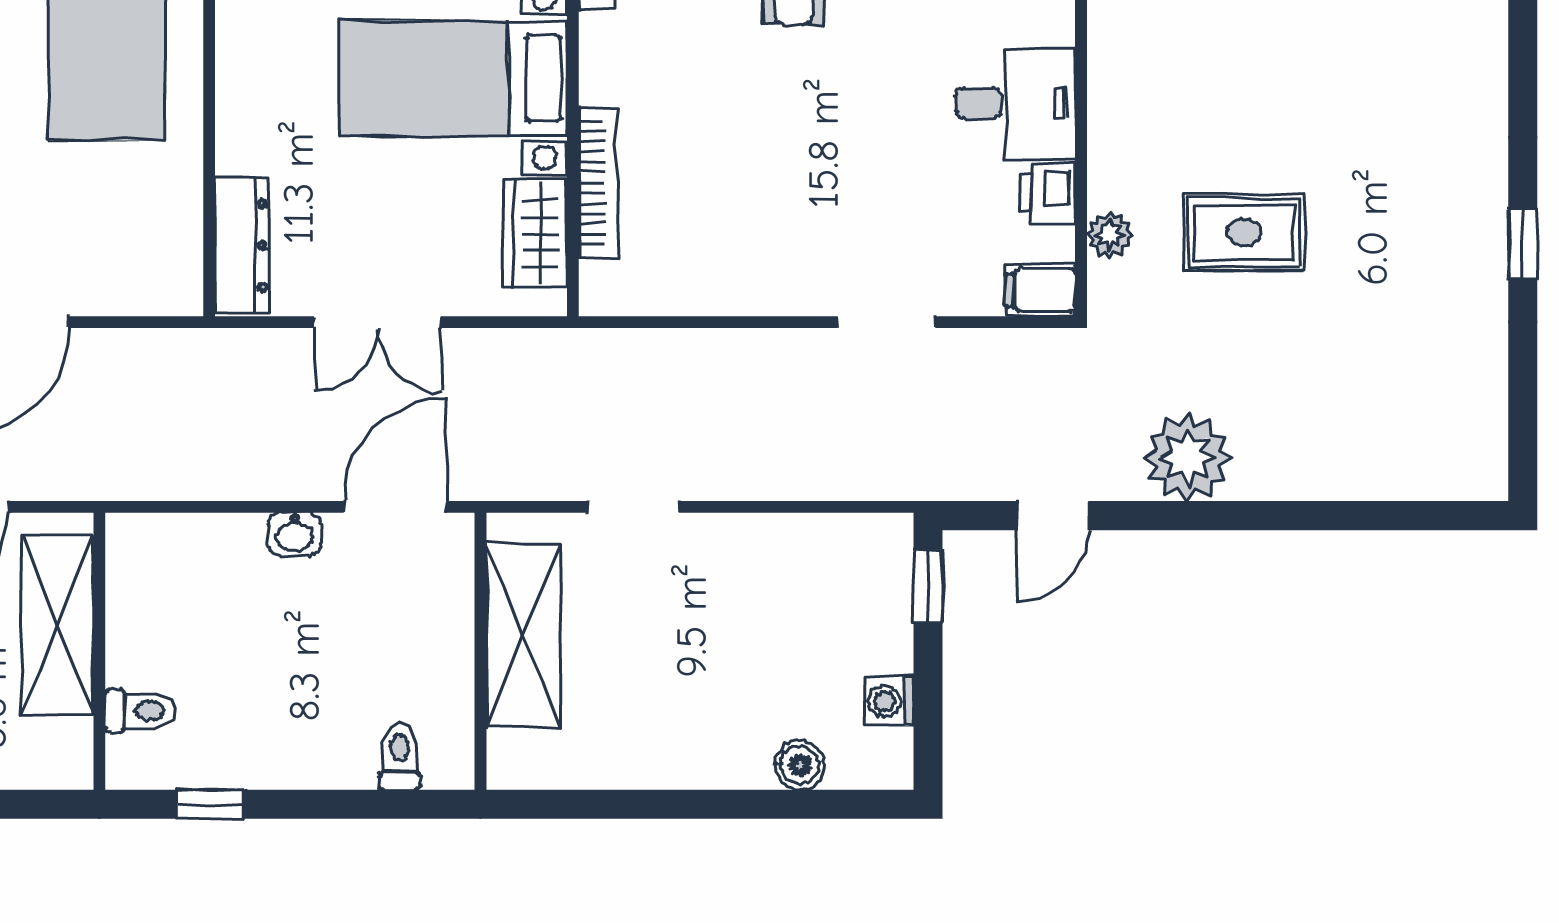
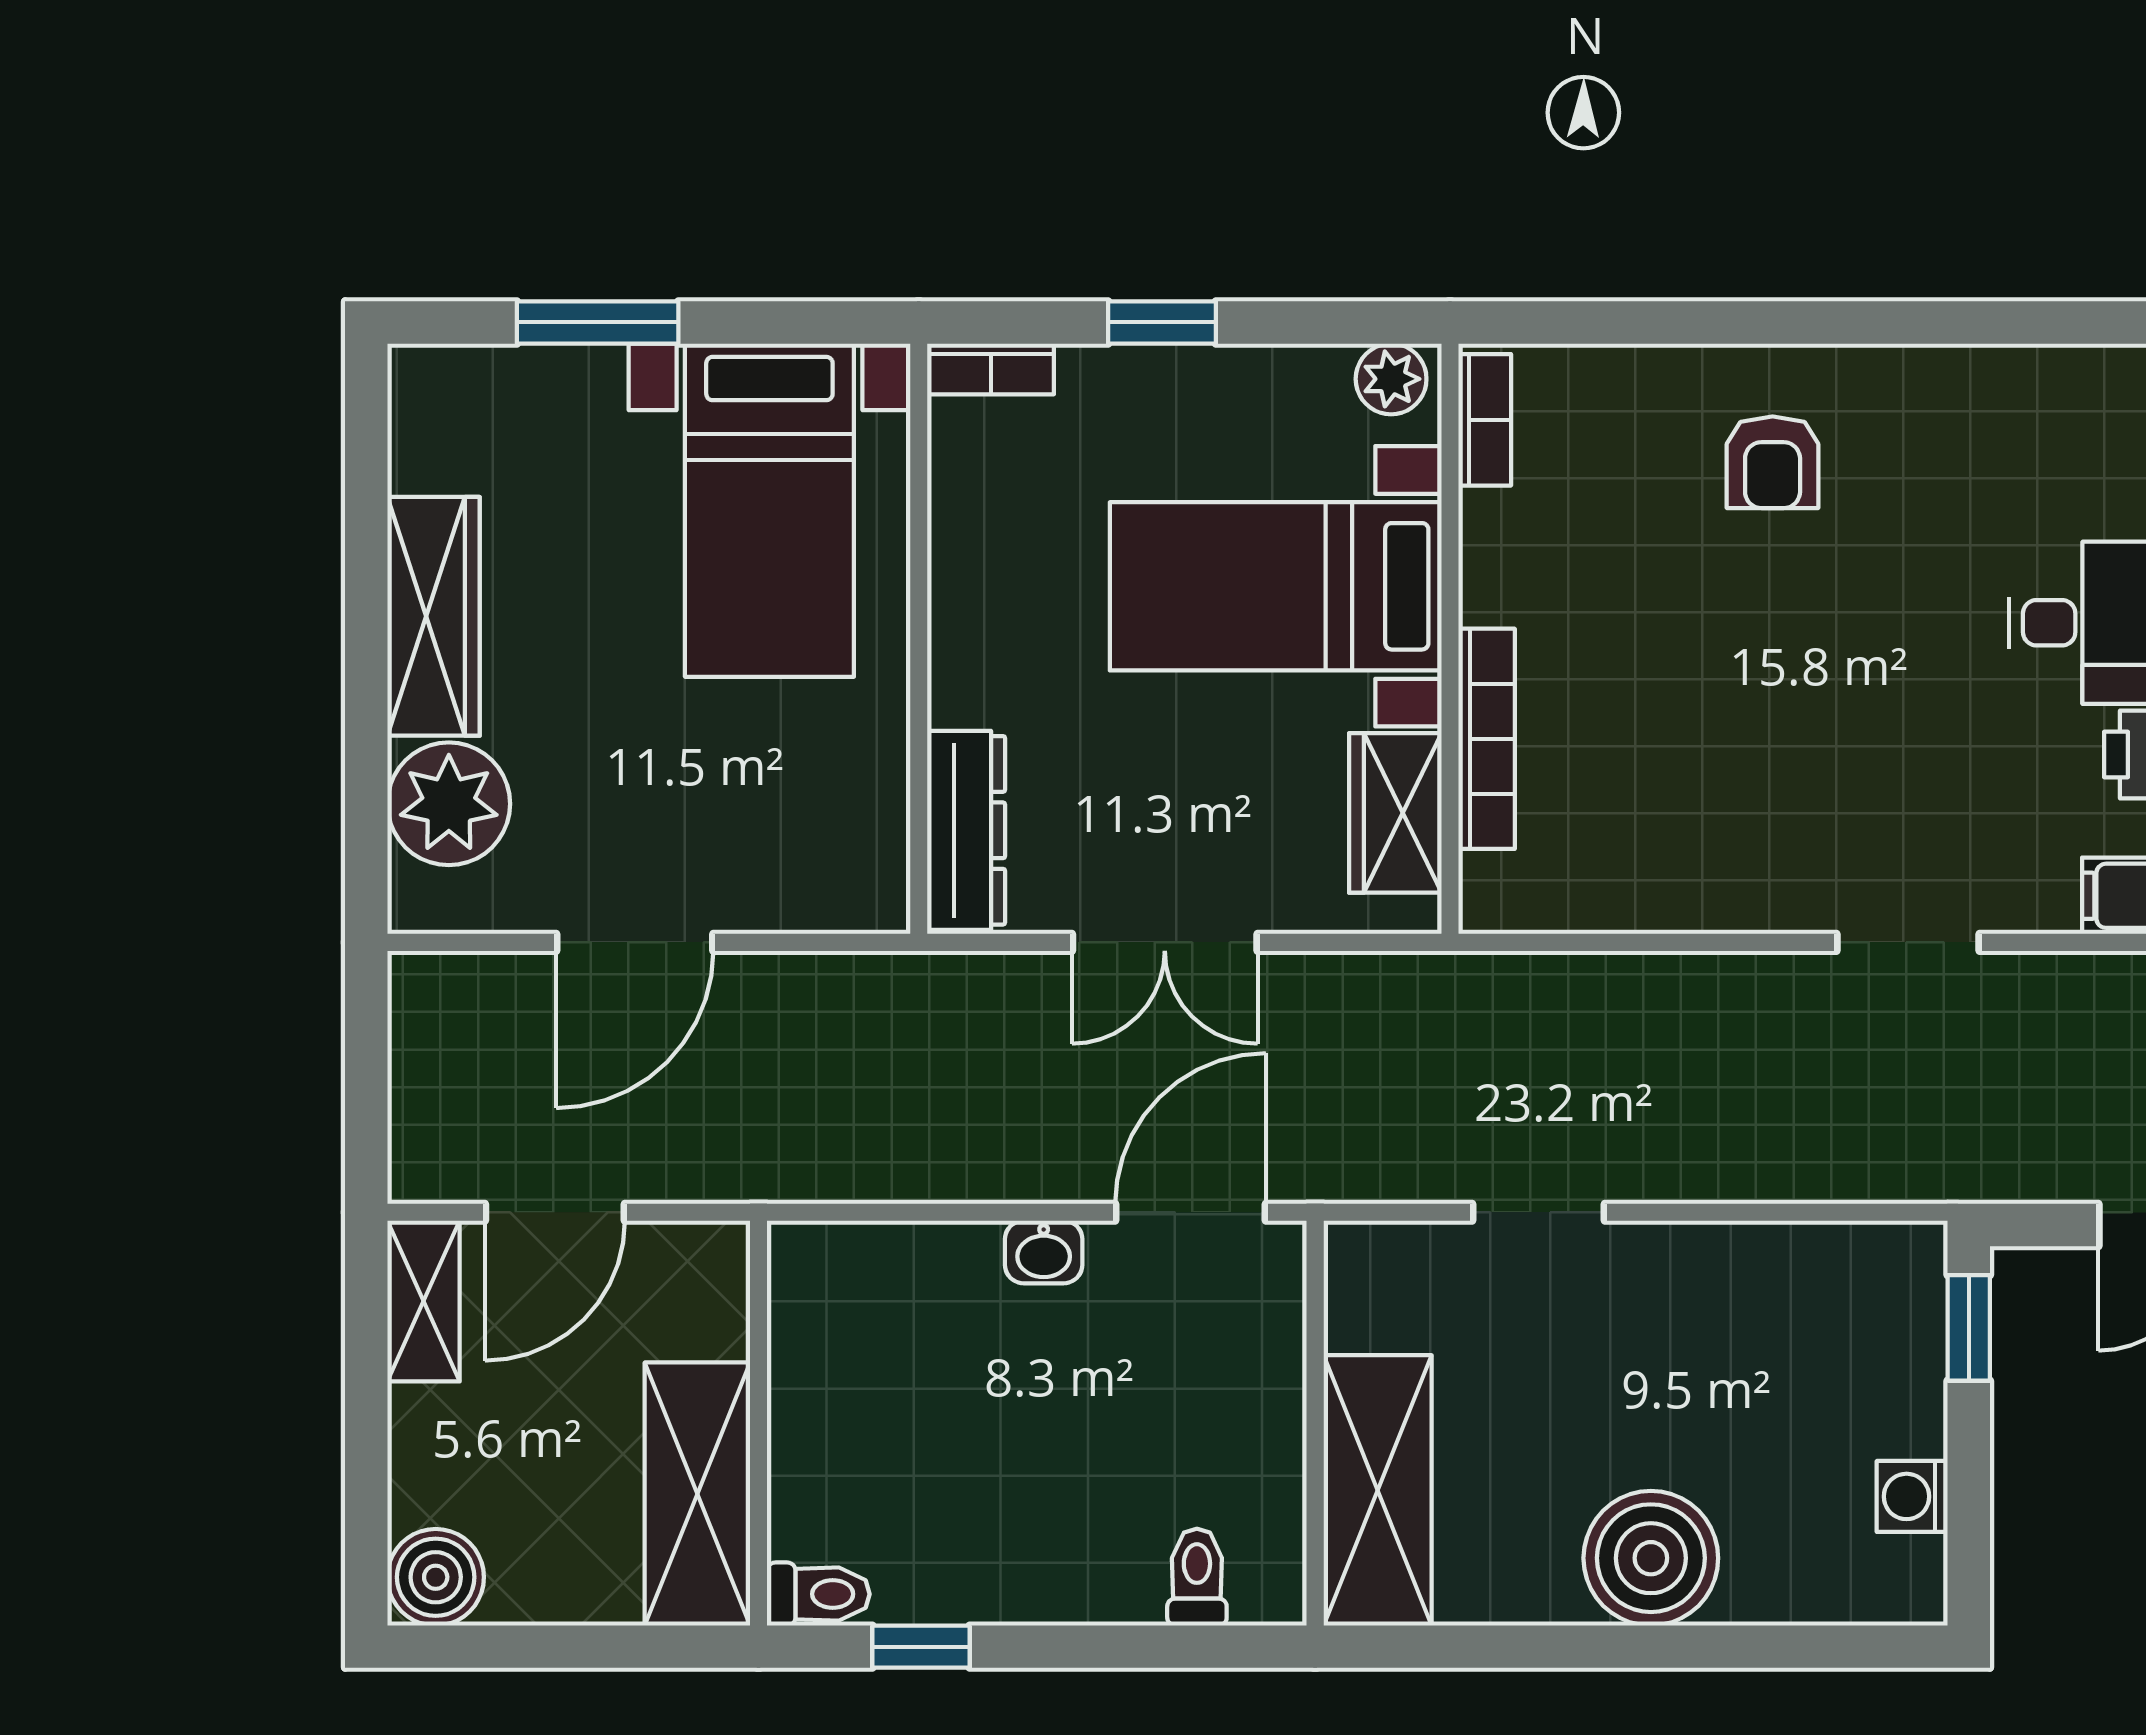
shelving: (58, 625) -> (697, 1494), moved
shelving: (523, 635) -> (1378, 1490), moved
toilet: (140, 710) -> (818, 1594), moved
boiler: (800, 765) -> (1651, 1558), moved, width x1.86, depth x1.86

